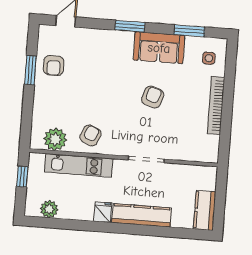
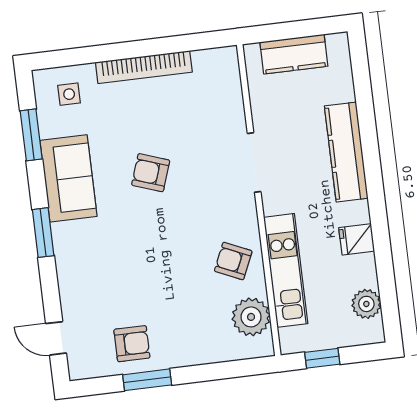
kitchen counter: (205, 210) -> (294, 54), moved
fridge: (103, 212) -> (357, 239), moved

